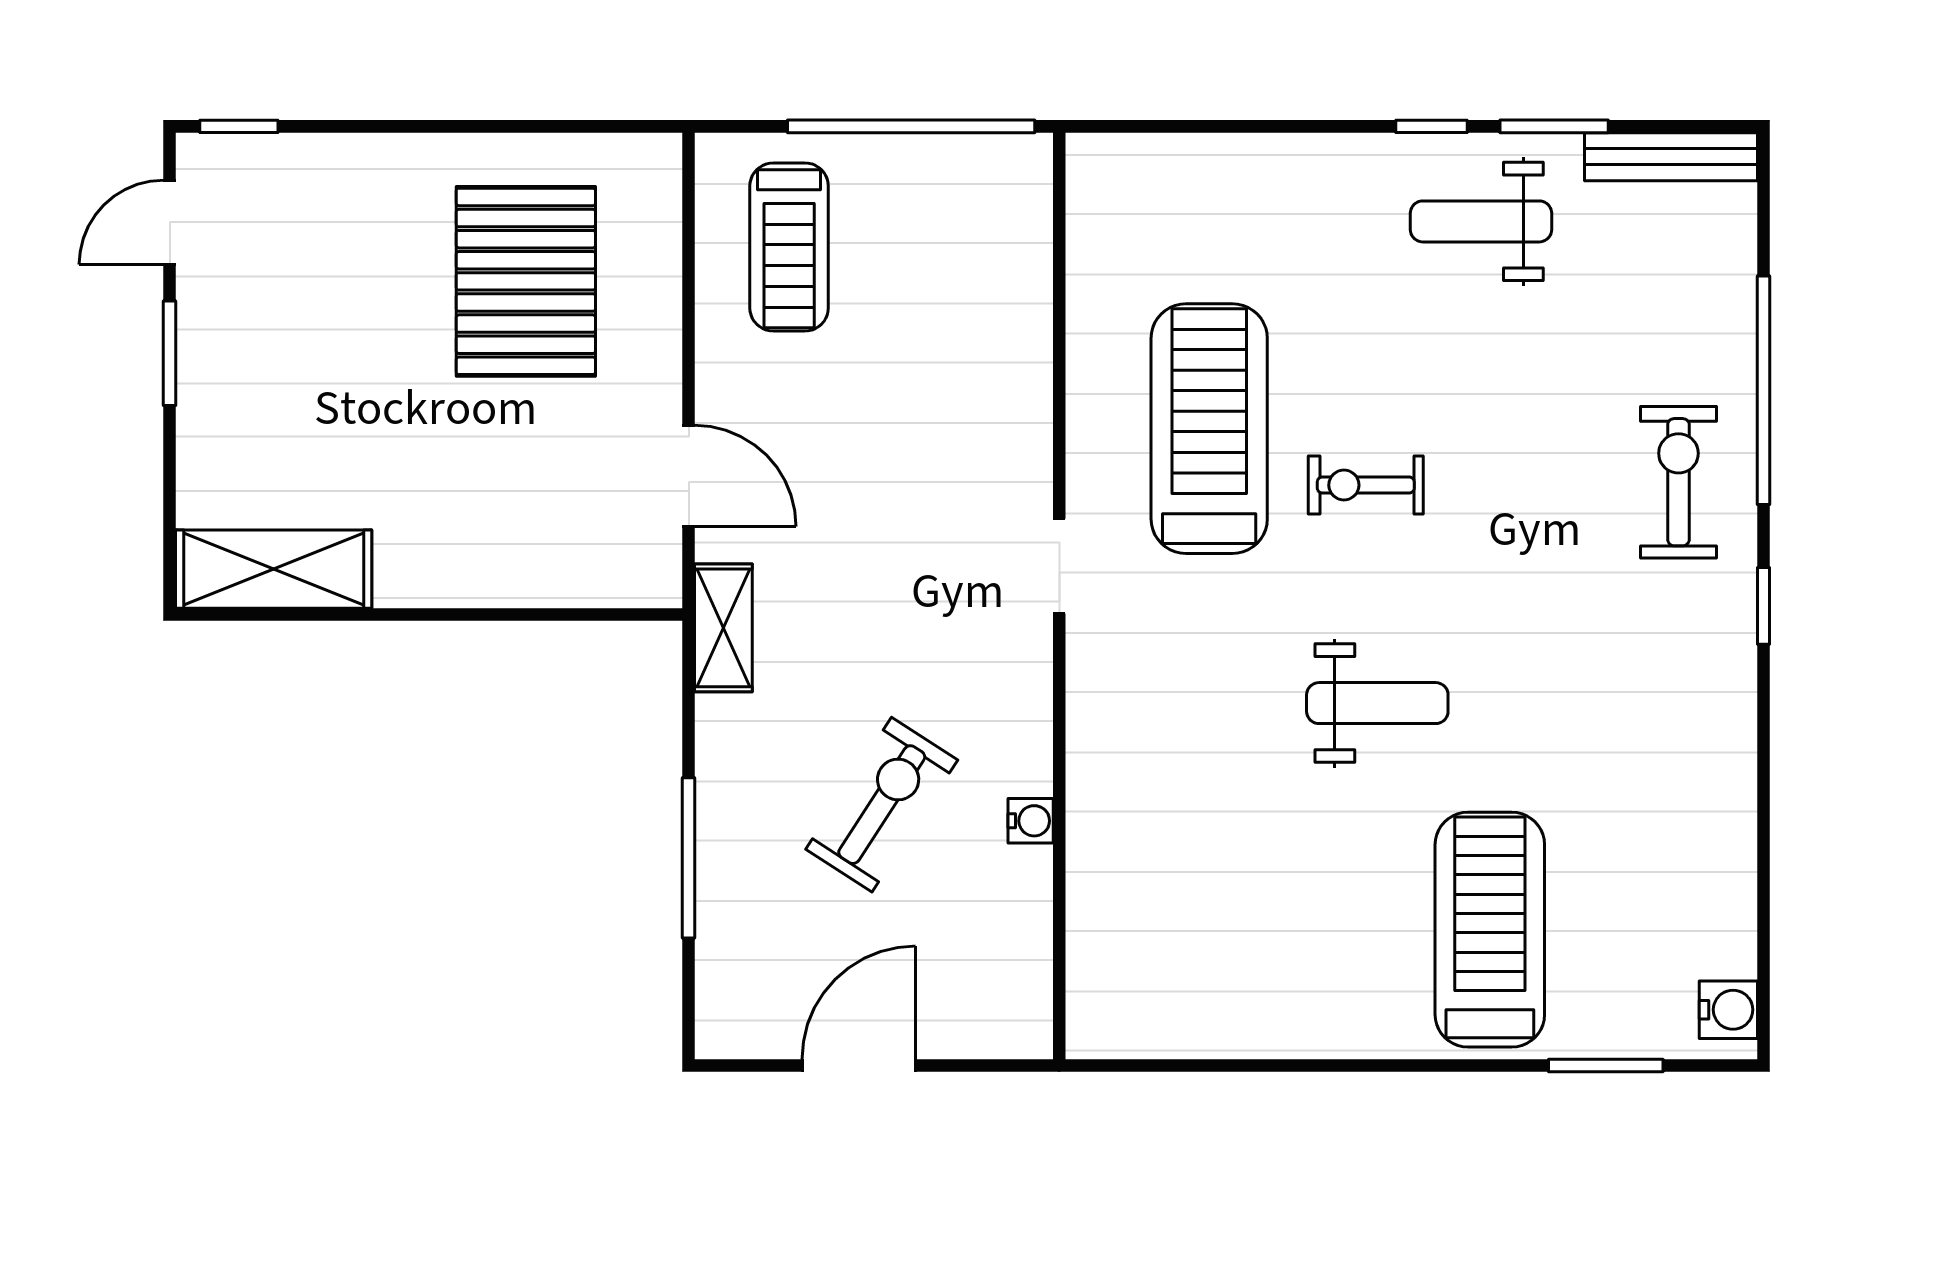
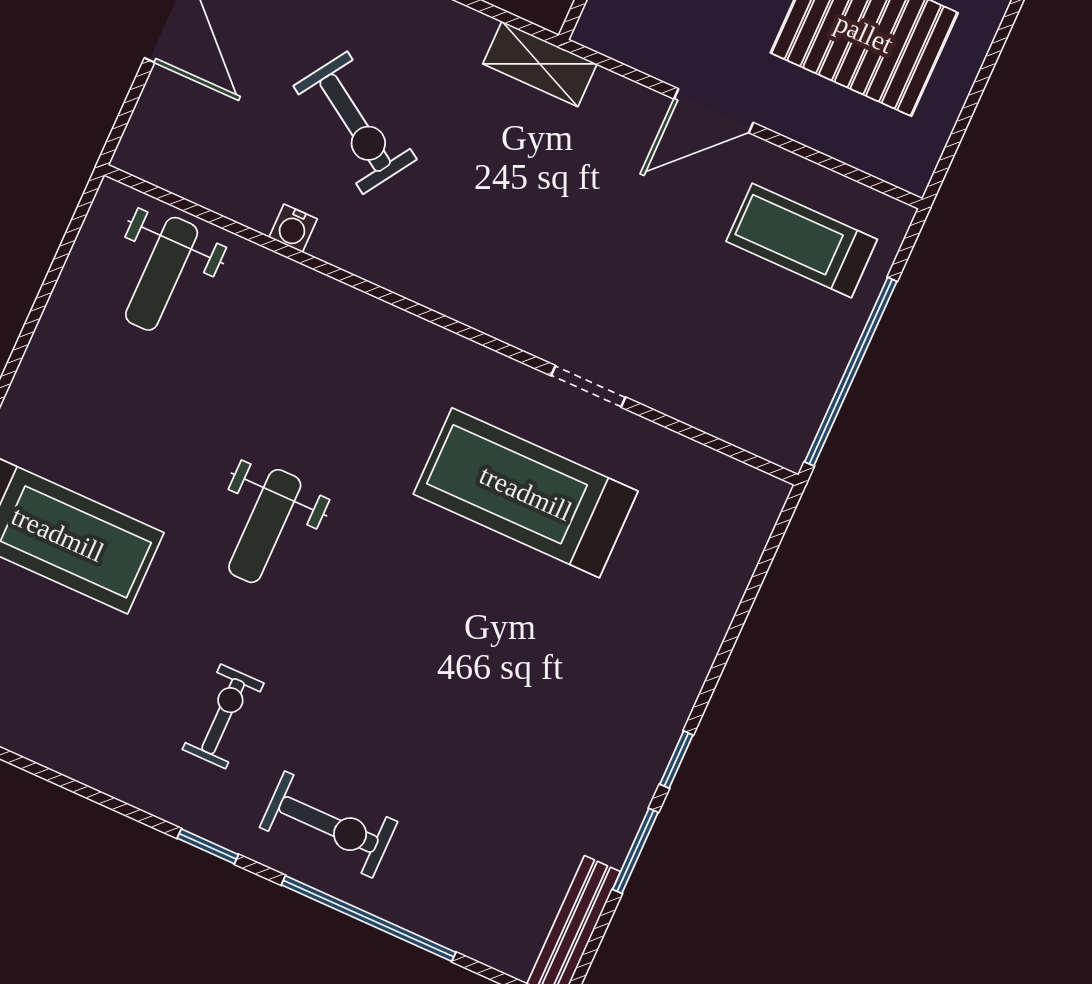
weight bench: (1481, 221) -> (162, 274), moved, turned 180
treadmill: (1209, 429) -> (526, 493), turned 180
door: (689, 476) -> (714, 111), moved
exercise bike: (1366, 485) -> (223, 716), moved
doorway: (1059, 566) -> (588, 386), moved

